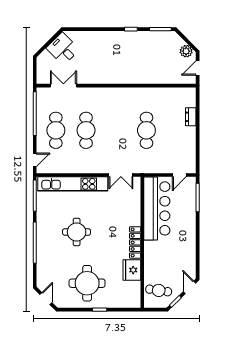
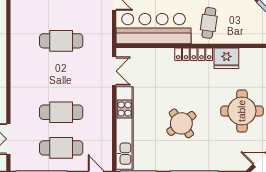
round table: (77, 232) -> (181, 123), turned -37
cafe table: (159, 290) -> (209, 23), moved

